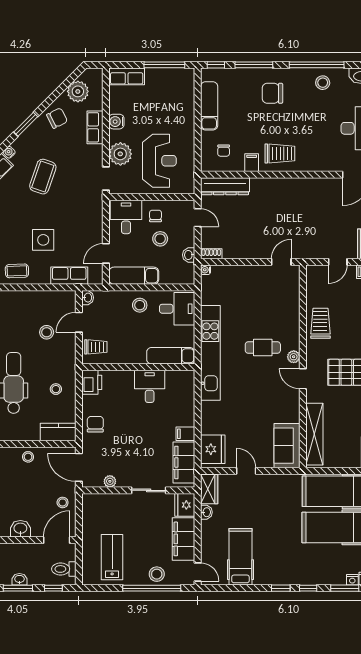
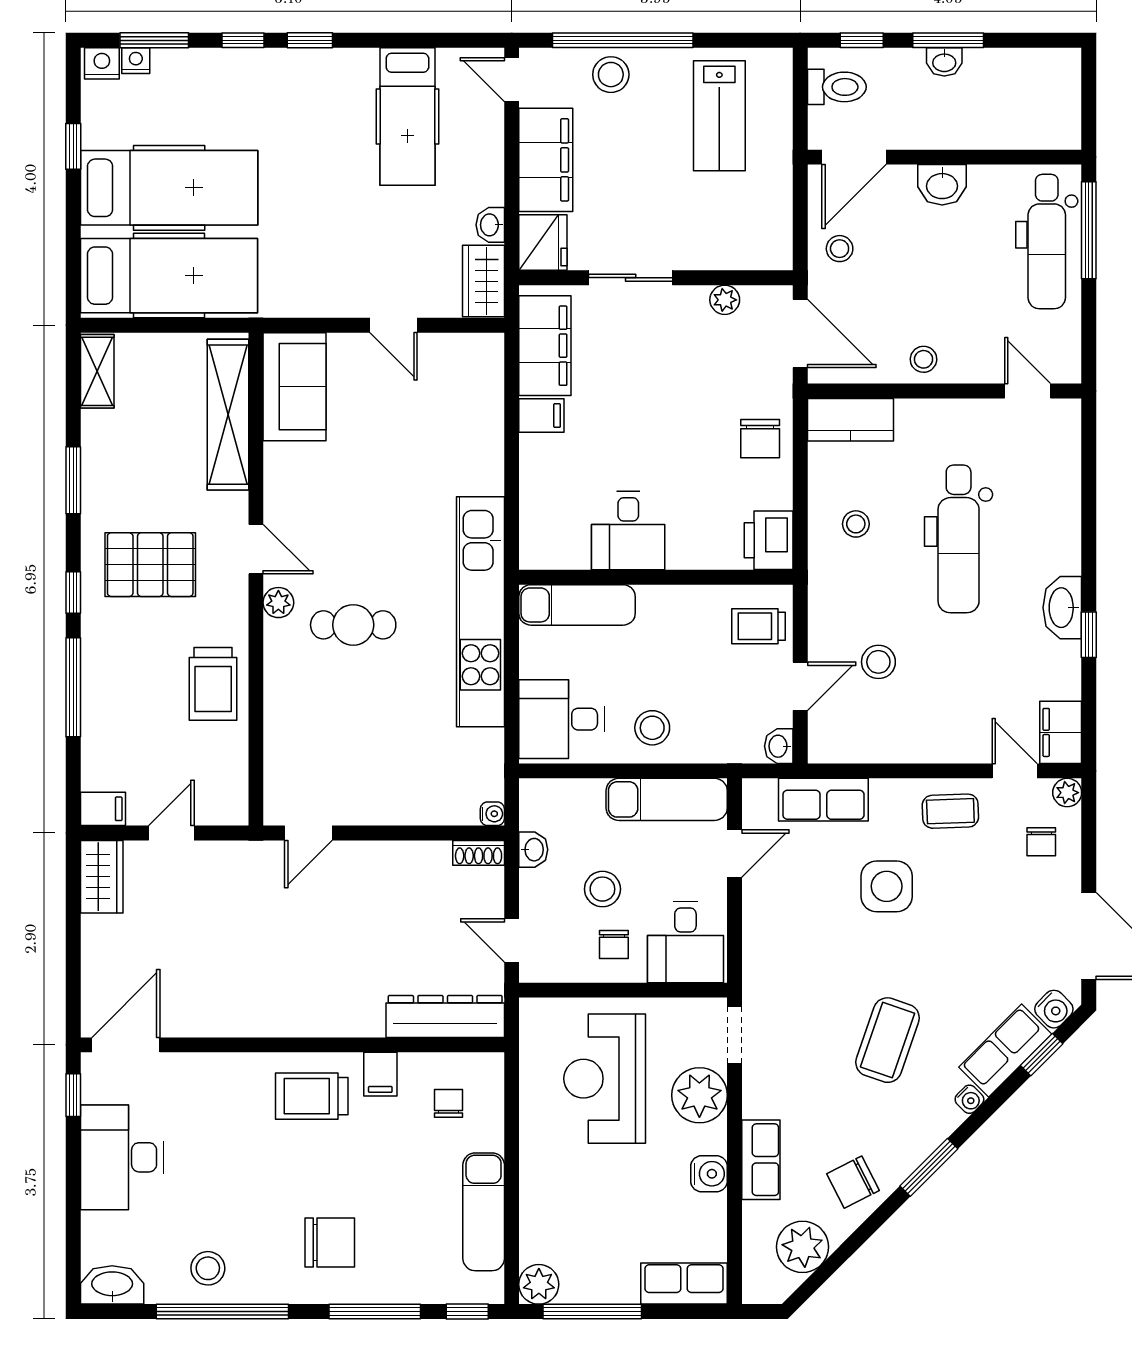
plant: (186, 76) -> (539, 1284), added
fridge: (213, 449) -> (475, 378), removed

